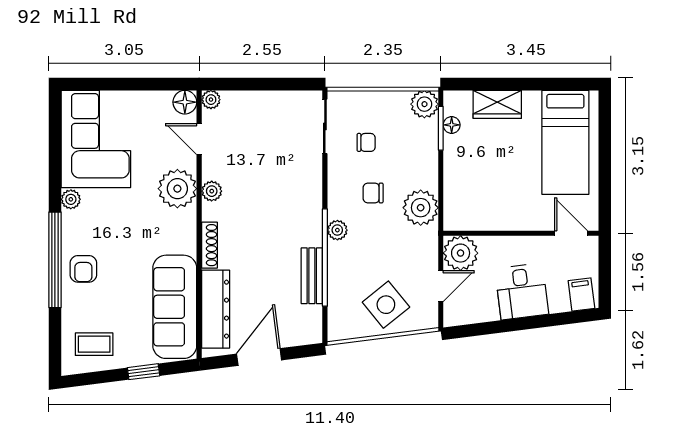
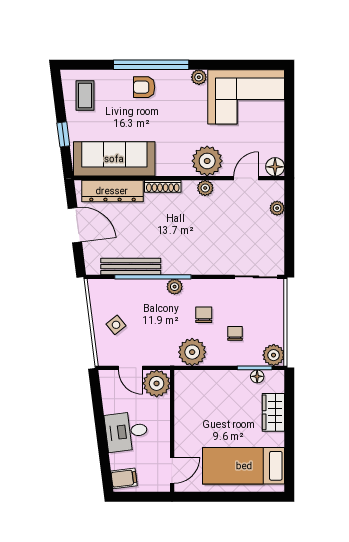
plant: (211, 100) -> (277, 208), moved
chair: (366, 142) -> (235, 333), moved, turned 180
bench: (312, 276) -> (131, 267), width x1.36
side table: (386, 305) -> (116, 325), width x0.54, depth x0.54

